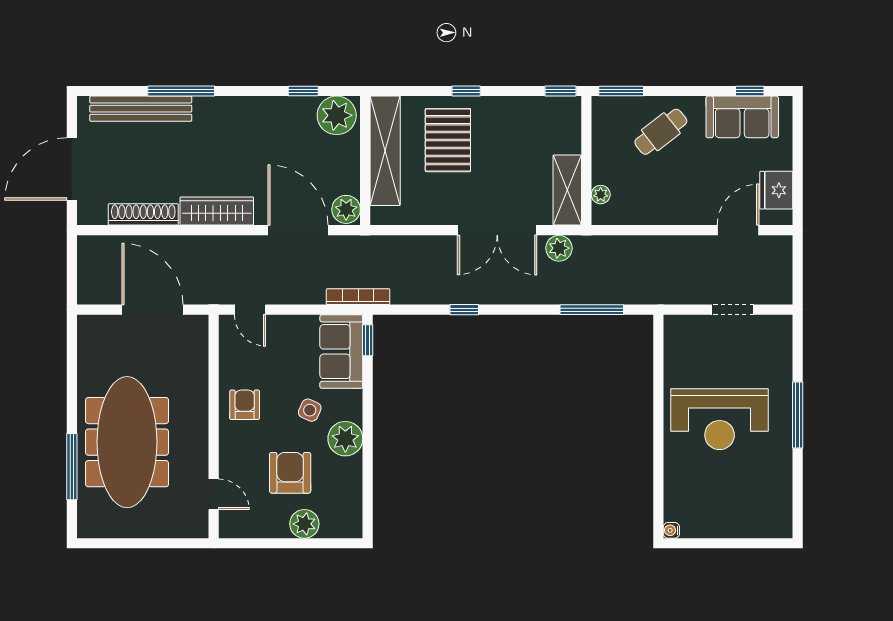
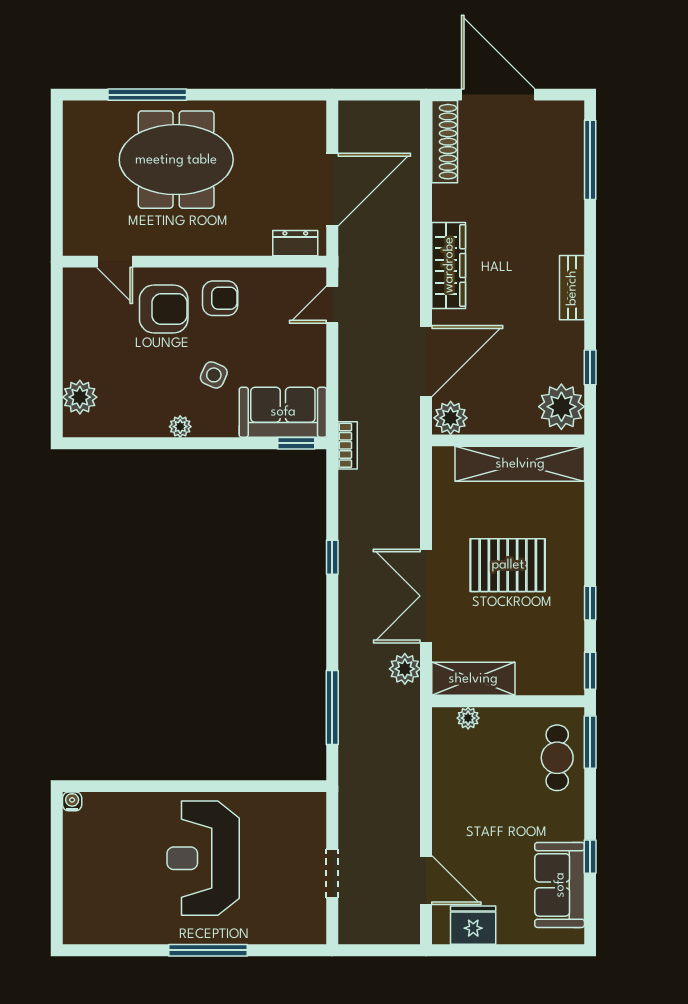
window: (181, 91) -> (590, 160), moved
window: (466, 91) -> (590, 603), moved
window: (750, 91) -> (590, 857), moved
bench: (141, 109) -> (572, 288), moved, width x0.54, depth x0.82
cafe table: (661, 132) -> (557, 758), moved, turned 38
pallet: (448, 140) -> (508, 565), moved
shoe rack: (143, 214) -> (445, 142), moved
bookcase: (358, 297) -> (348, 445), width x0.64
dresser: (198, 341) -> (295, 243), added
plant: (345, 439) -> (180, 427), width x0.53, depth x0.53
meeting table: (127, 442) -> (176, 160), width x0.73
armchair: (290, 473) -> (164, 309), moved
door: (214, 494) -> (115, 262), hinge flipped
plant: (304, 524) -> (80, 397), moved

